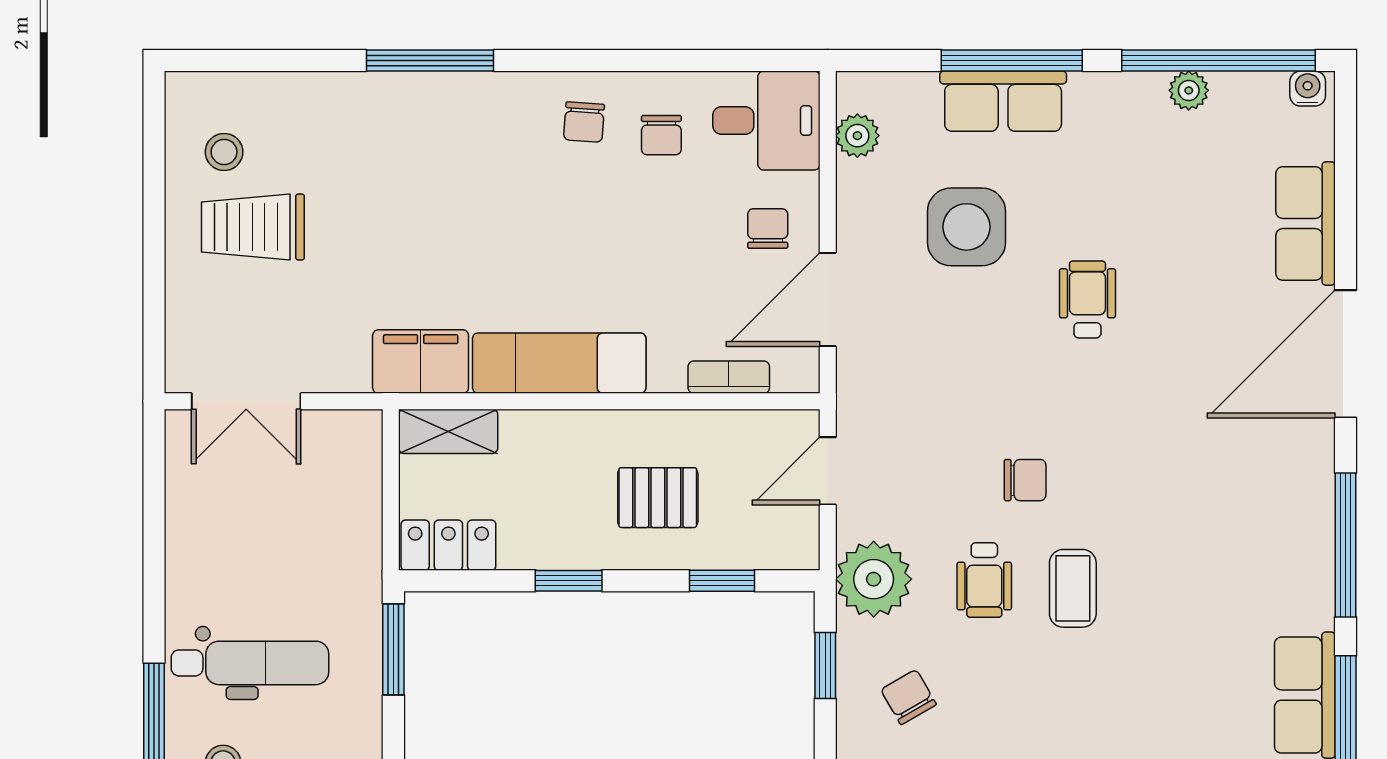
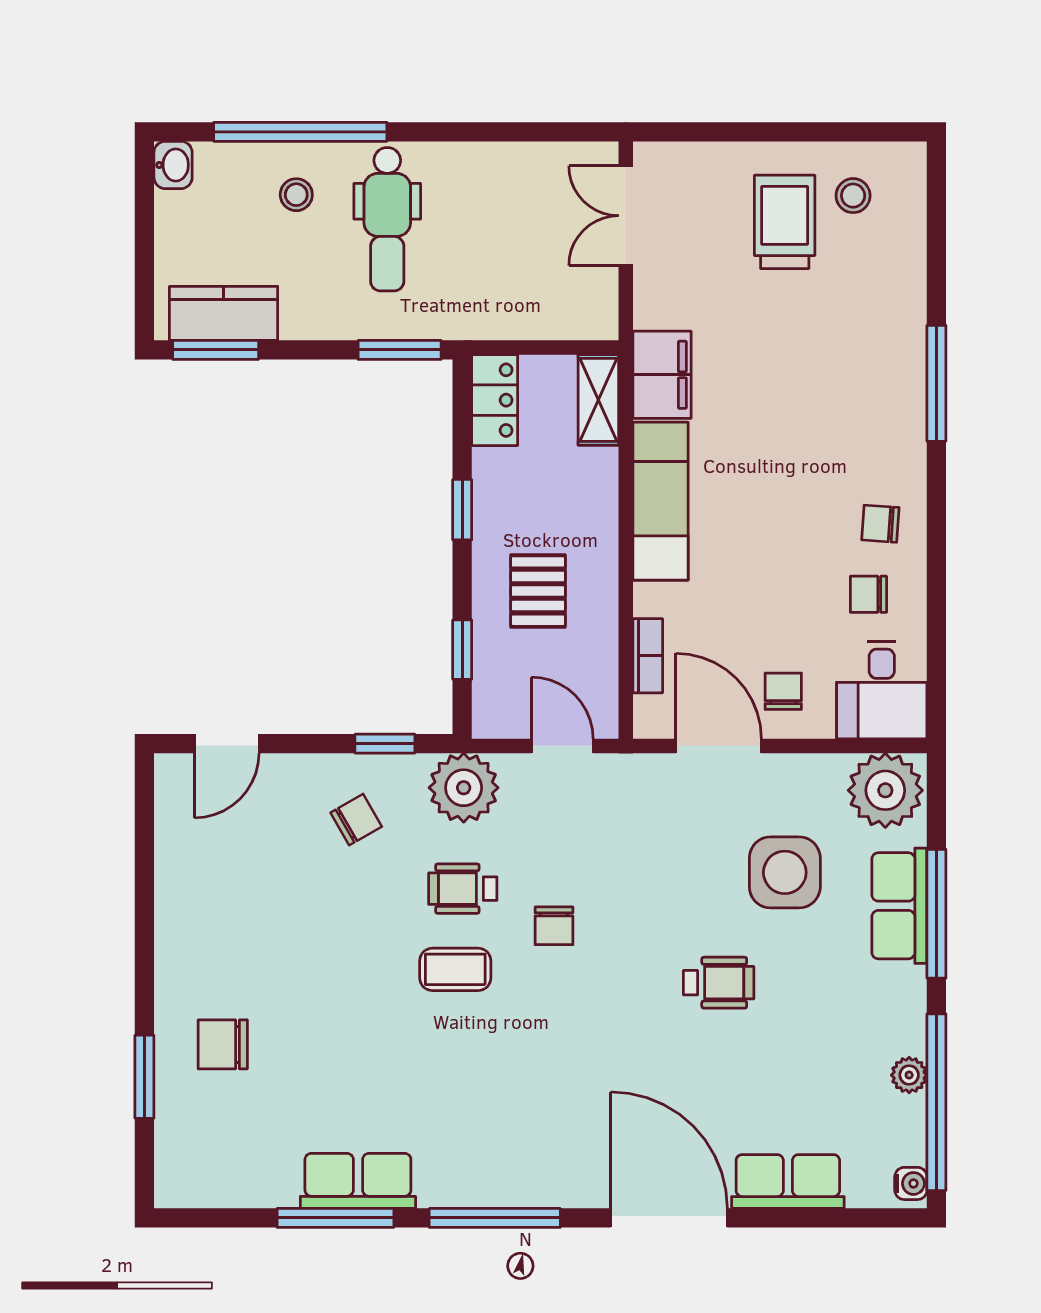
plant: (857, 136) -> (885, 790), width x1.88, depth x1.88
chair: (768, 229) -> (783, 691), turned -90

